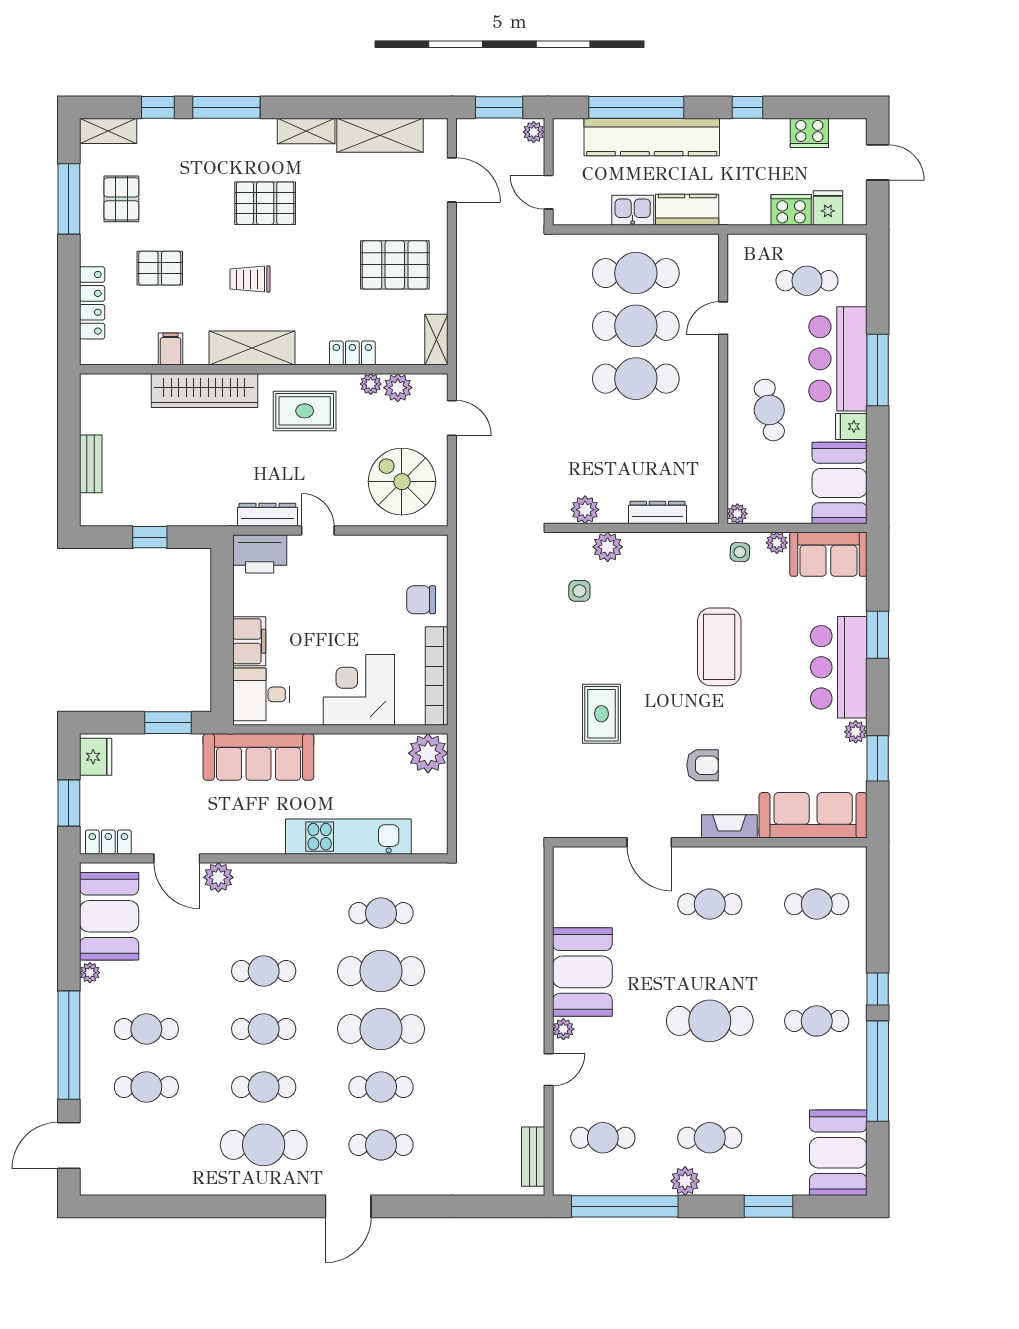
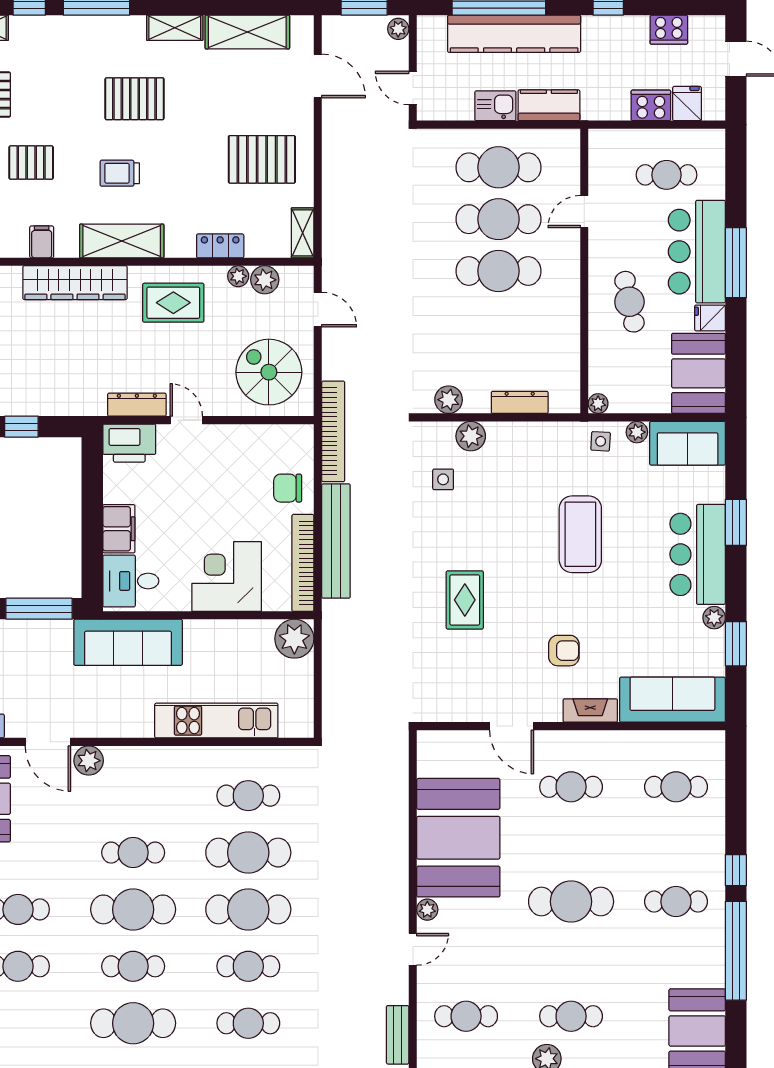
bookcase: (467, 542) -> (333, 431), added
bench: (470, 654) -> (336, 541), added
window: (168, 723) -> (39, 609), width x1.44
booth: (582, 972) -> (458, 838), width x1.36, depth x1.42
cafe table: (264, 1029) -> (133, 909), width x1.37, depth x1.35

